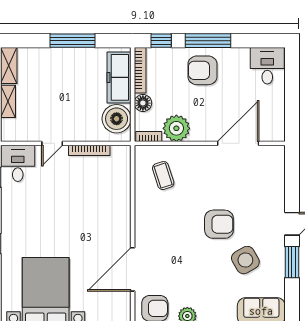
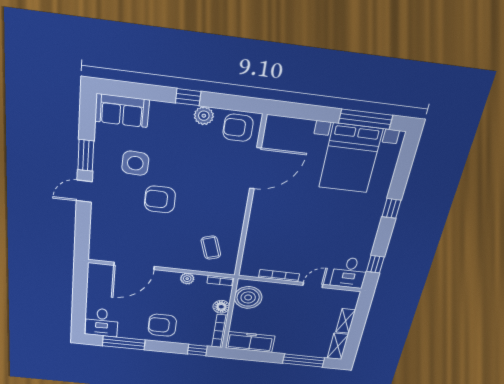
window: (73, 41) -> (304, 361), moved
window: (208, 41) -> (124, 343), moved
armchair: (203, 70) -> (162, 325), turned 180
freezer: (119, 77) -> (250, 342), moved, turned -90
plant: (176, 128) -> (187, 279), width x0.53, depth x0.53
side table: (245, 260) -> (135, 163), turned 32

